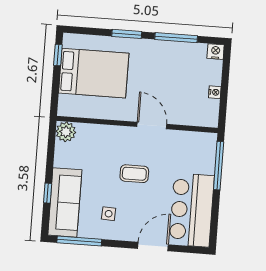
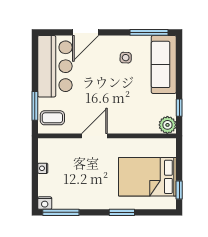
window: (176, 38) -> (61, 212), moved
door: (152, 125) -> (94, 136), swing flipped
window: (219, 166) -> (35, 106), width x0.69
coffee table: (134, 174) -> (52, 118), moved
window: (48, 193) -> (179, 108), moved

